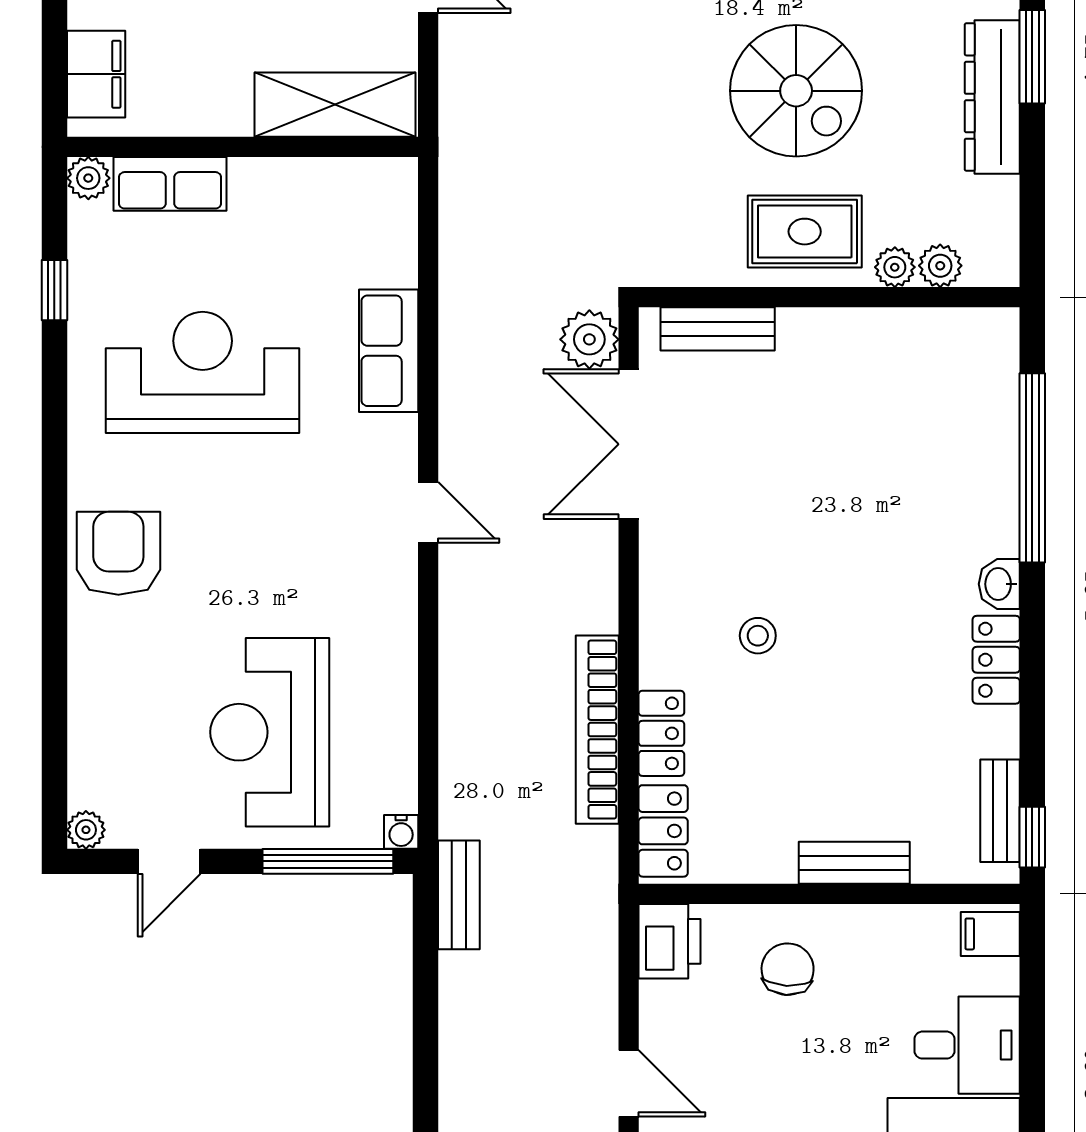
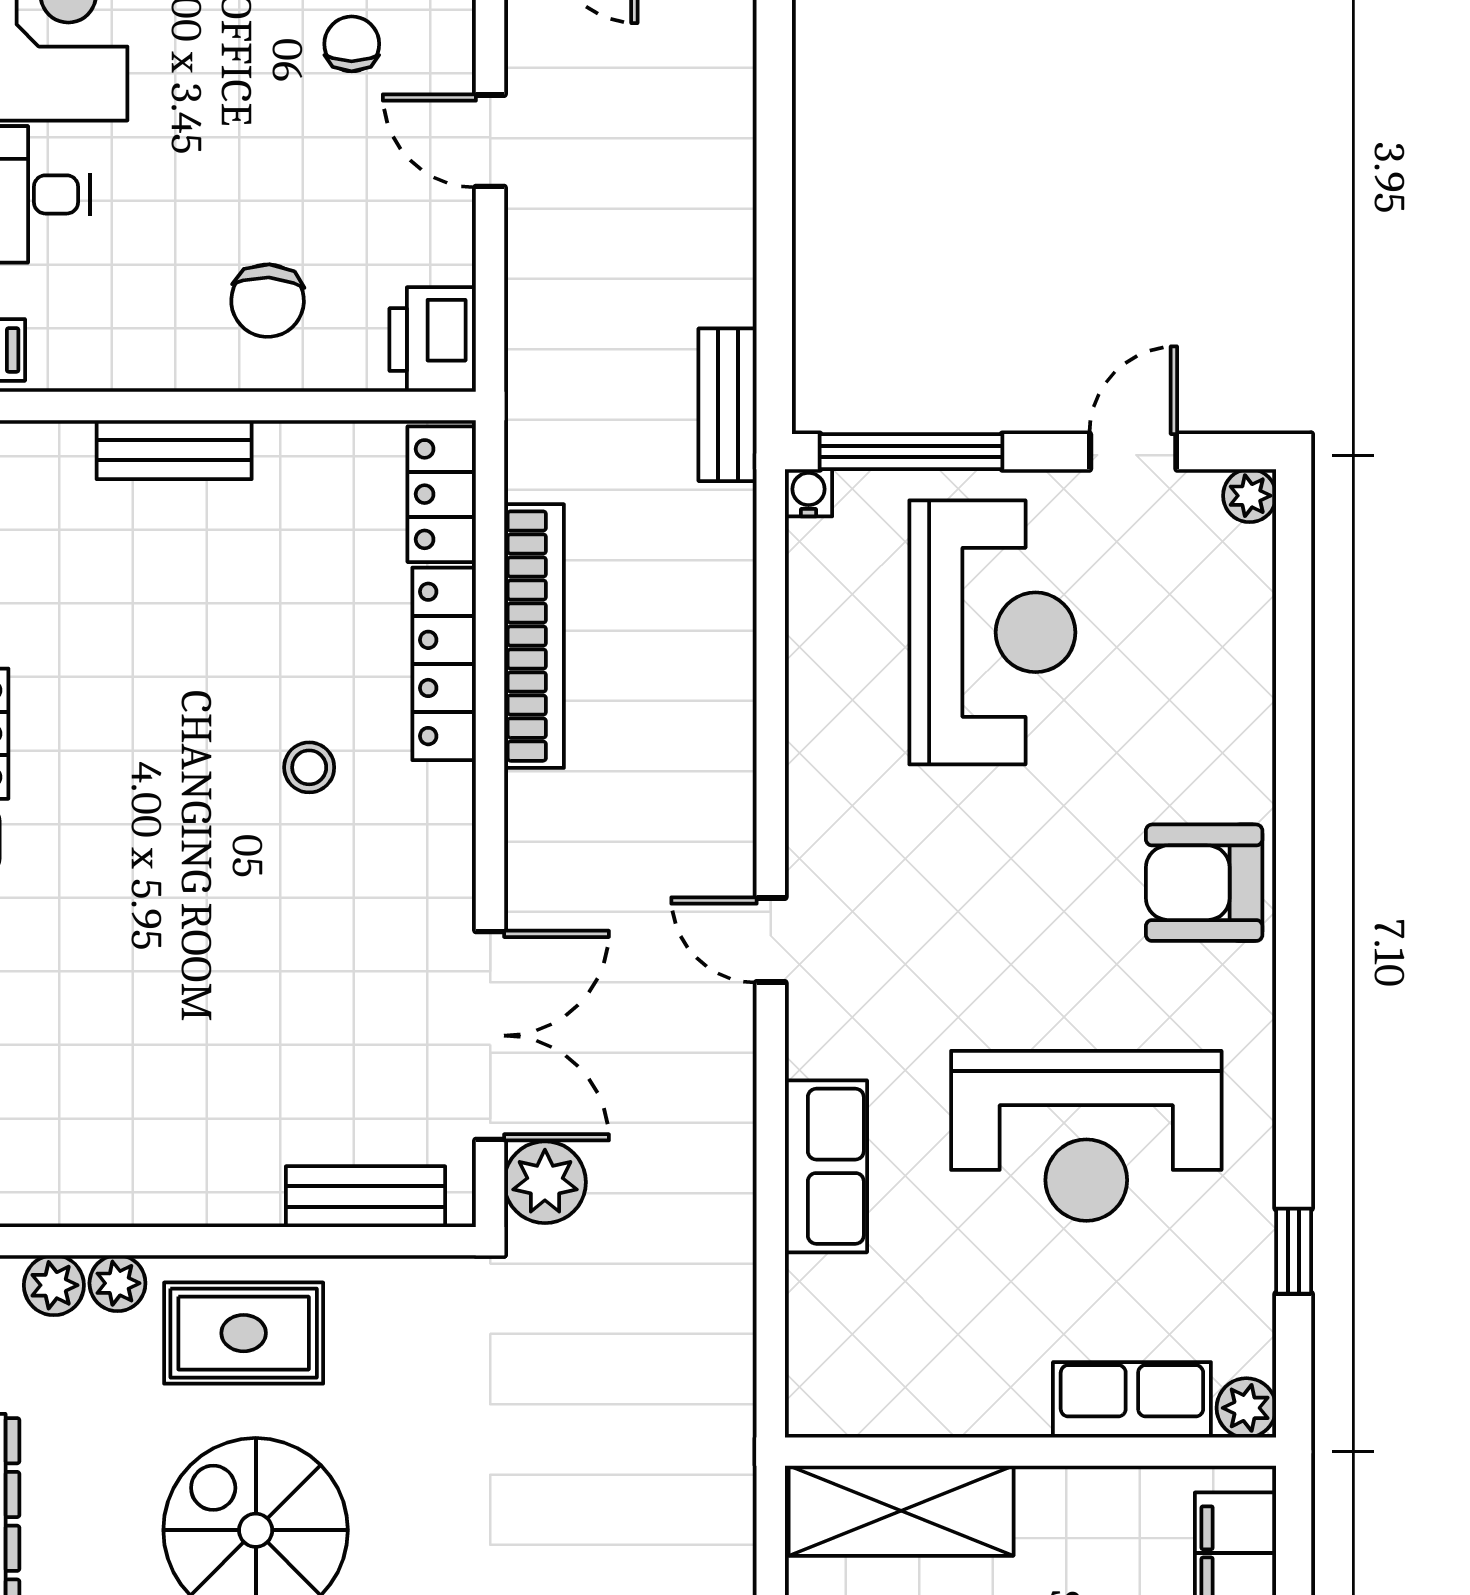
armchair: (118, 553) -> (1204, 883), turned 90
locker: (661, 733) -> (444, 664), width x1.53

